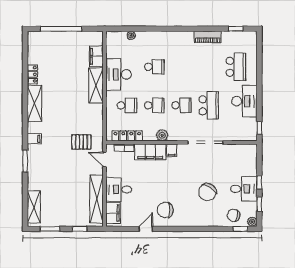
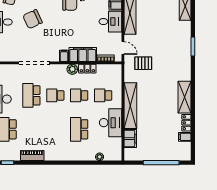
school desk: (154, 67) -> (79, 129), width x1.85
shelving: (96, 85) -> (130, 106), width x1.47
locker: (127, 136) -> (87, 69), moved, width x0.66
filing cabinet: (34, 139) -> (185, 137), moved
chair: (207, 192) -> (33, 19), turned -149

